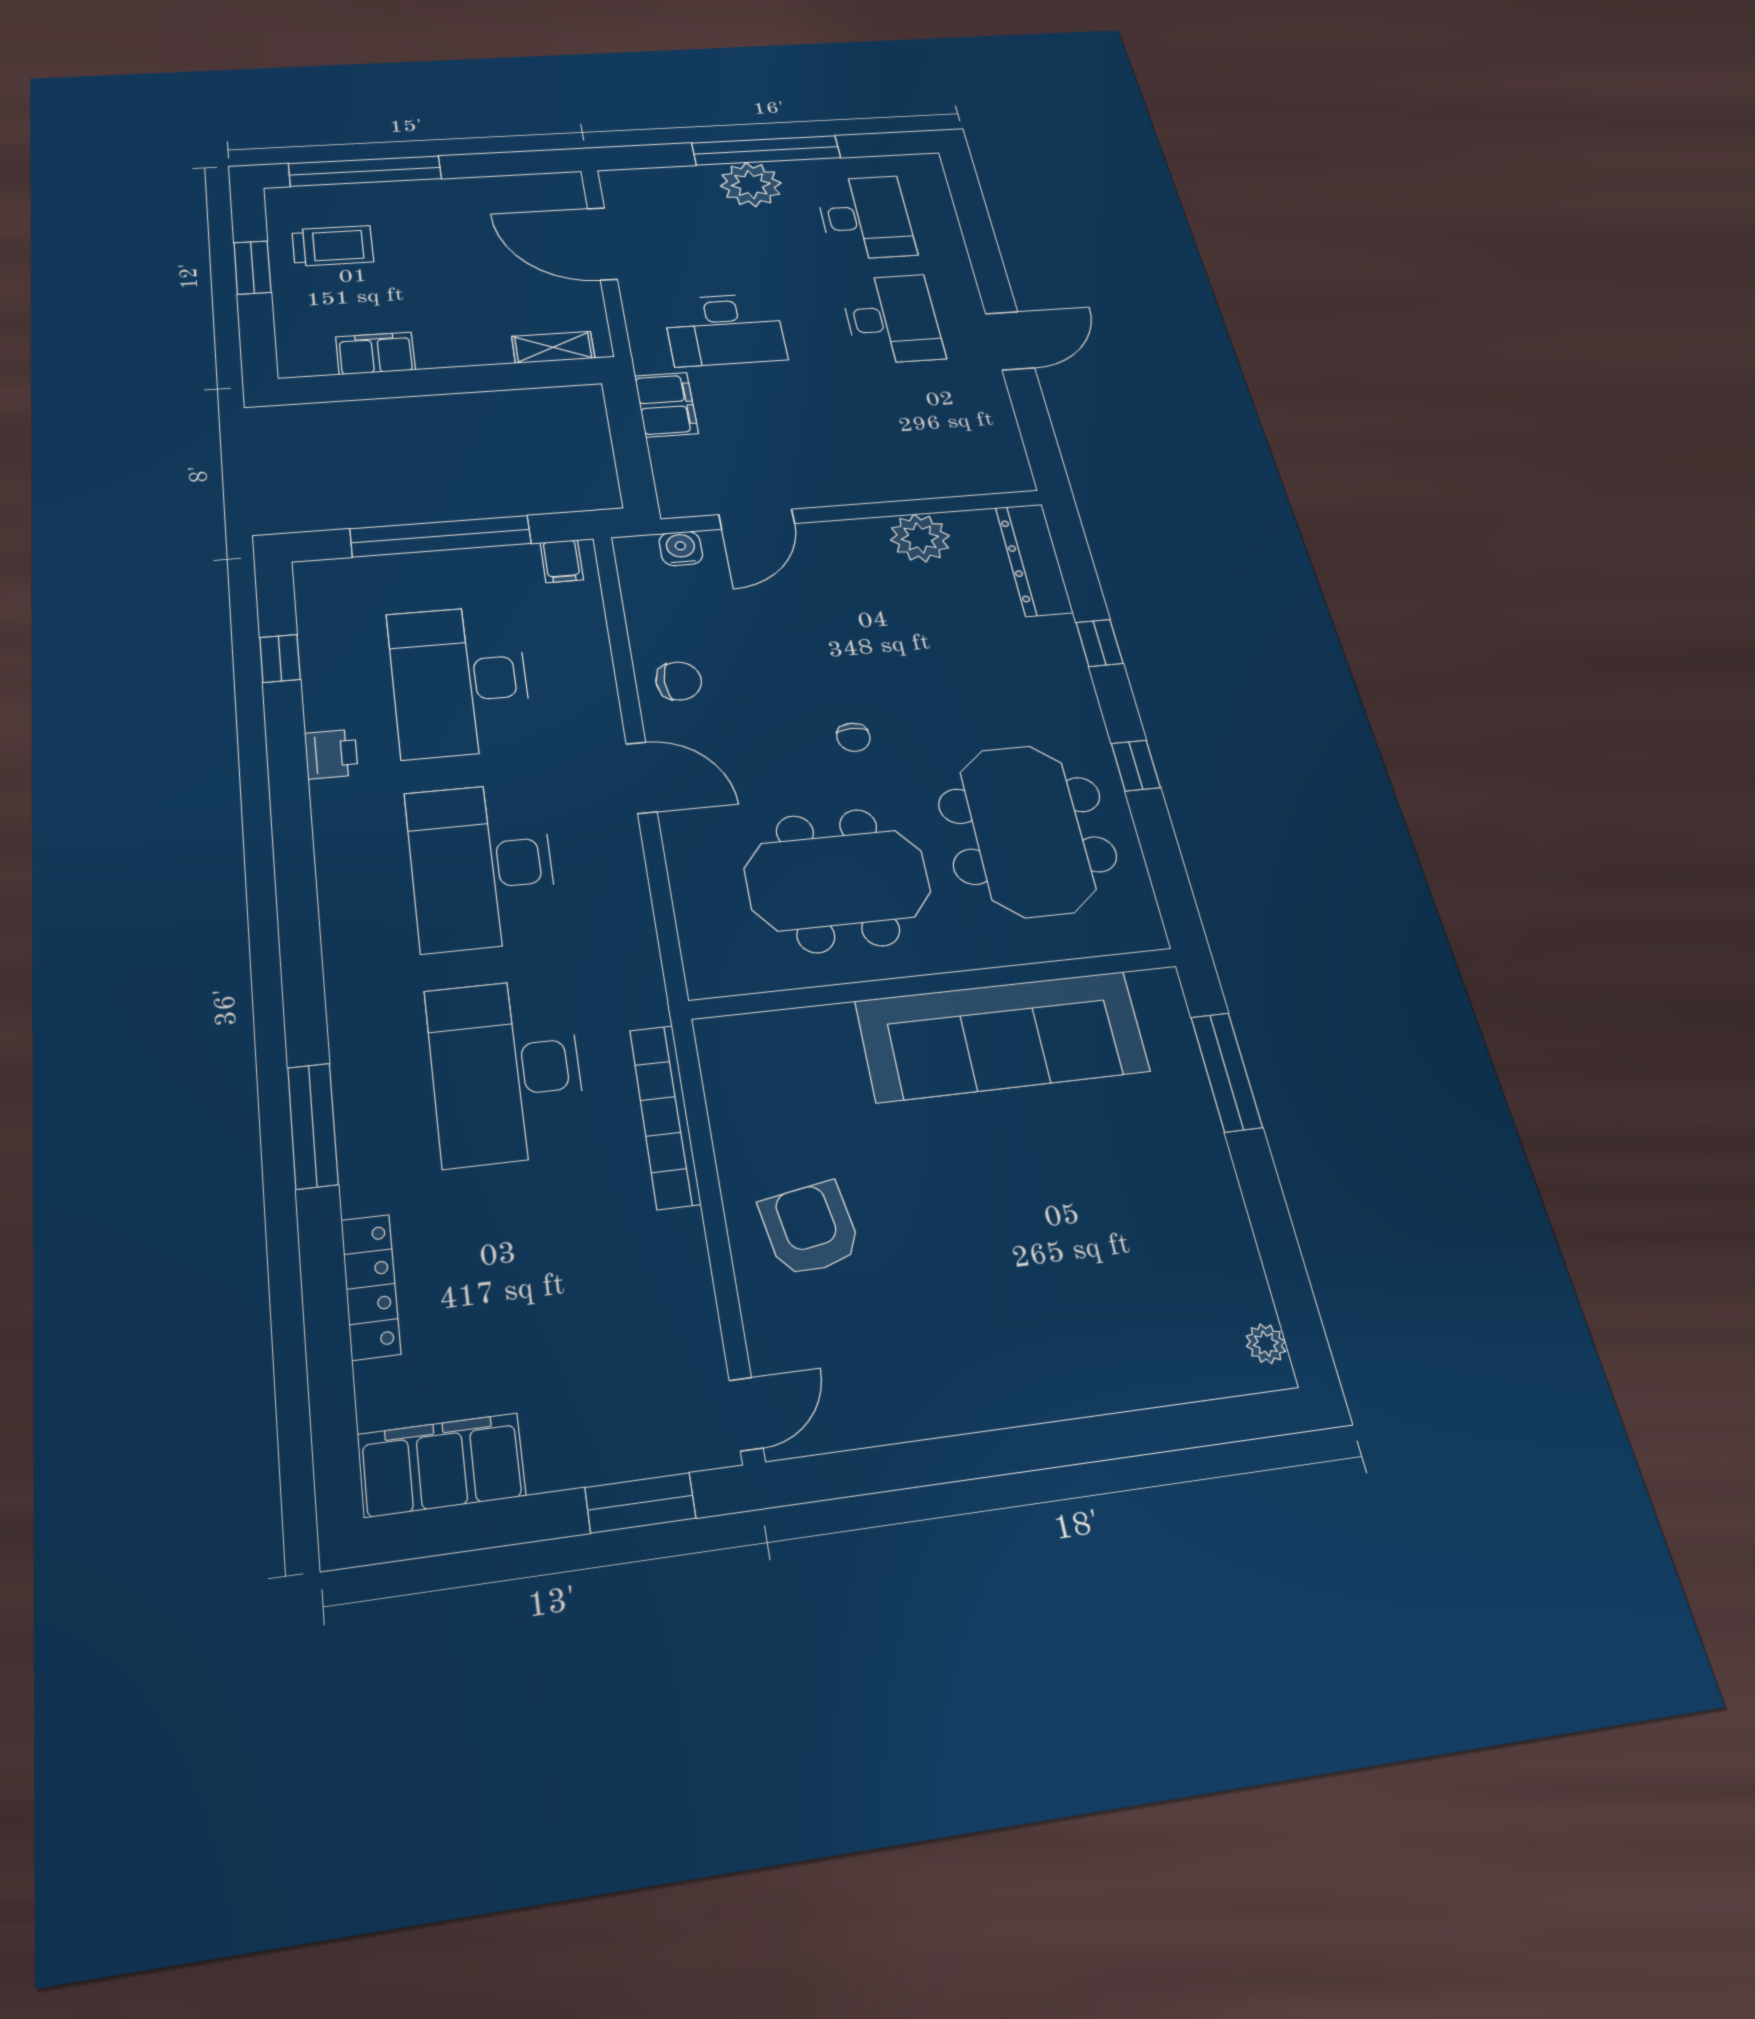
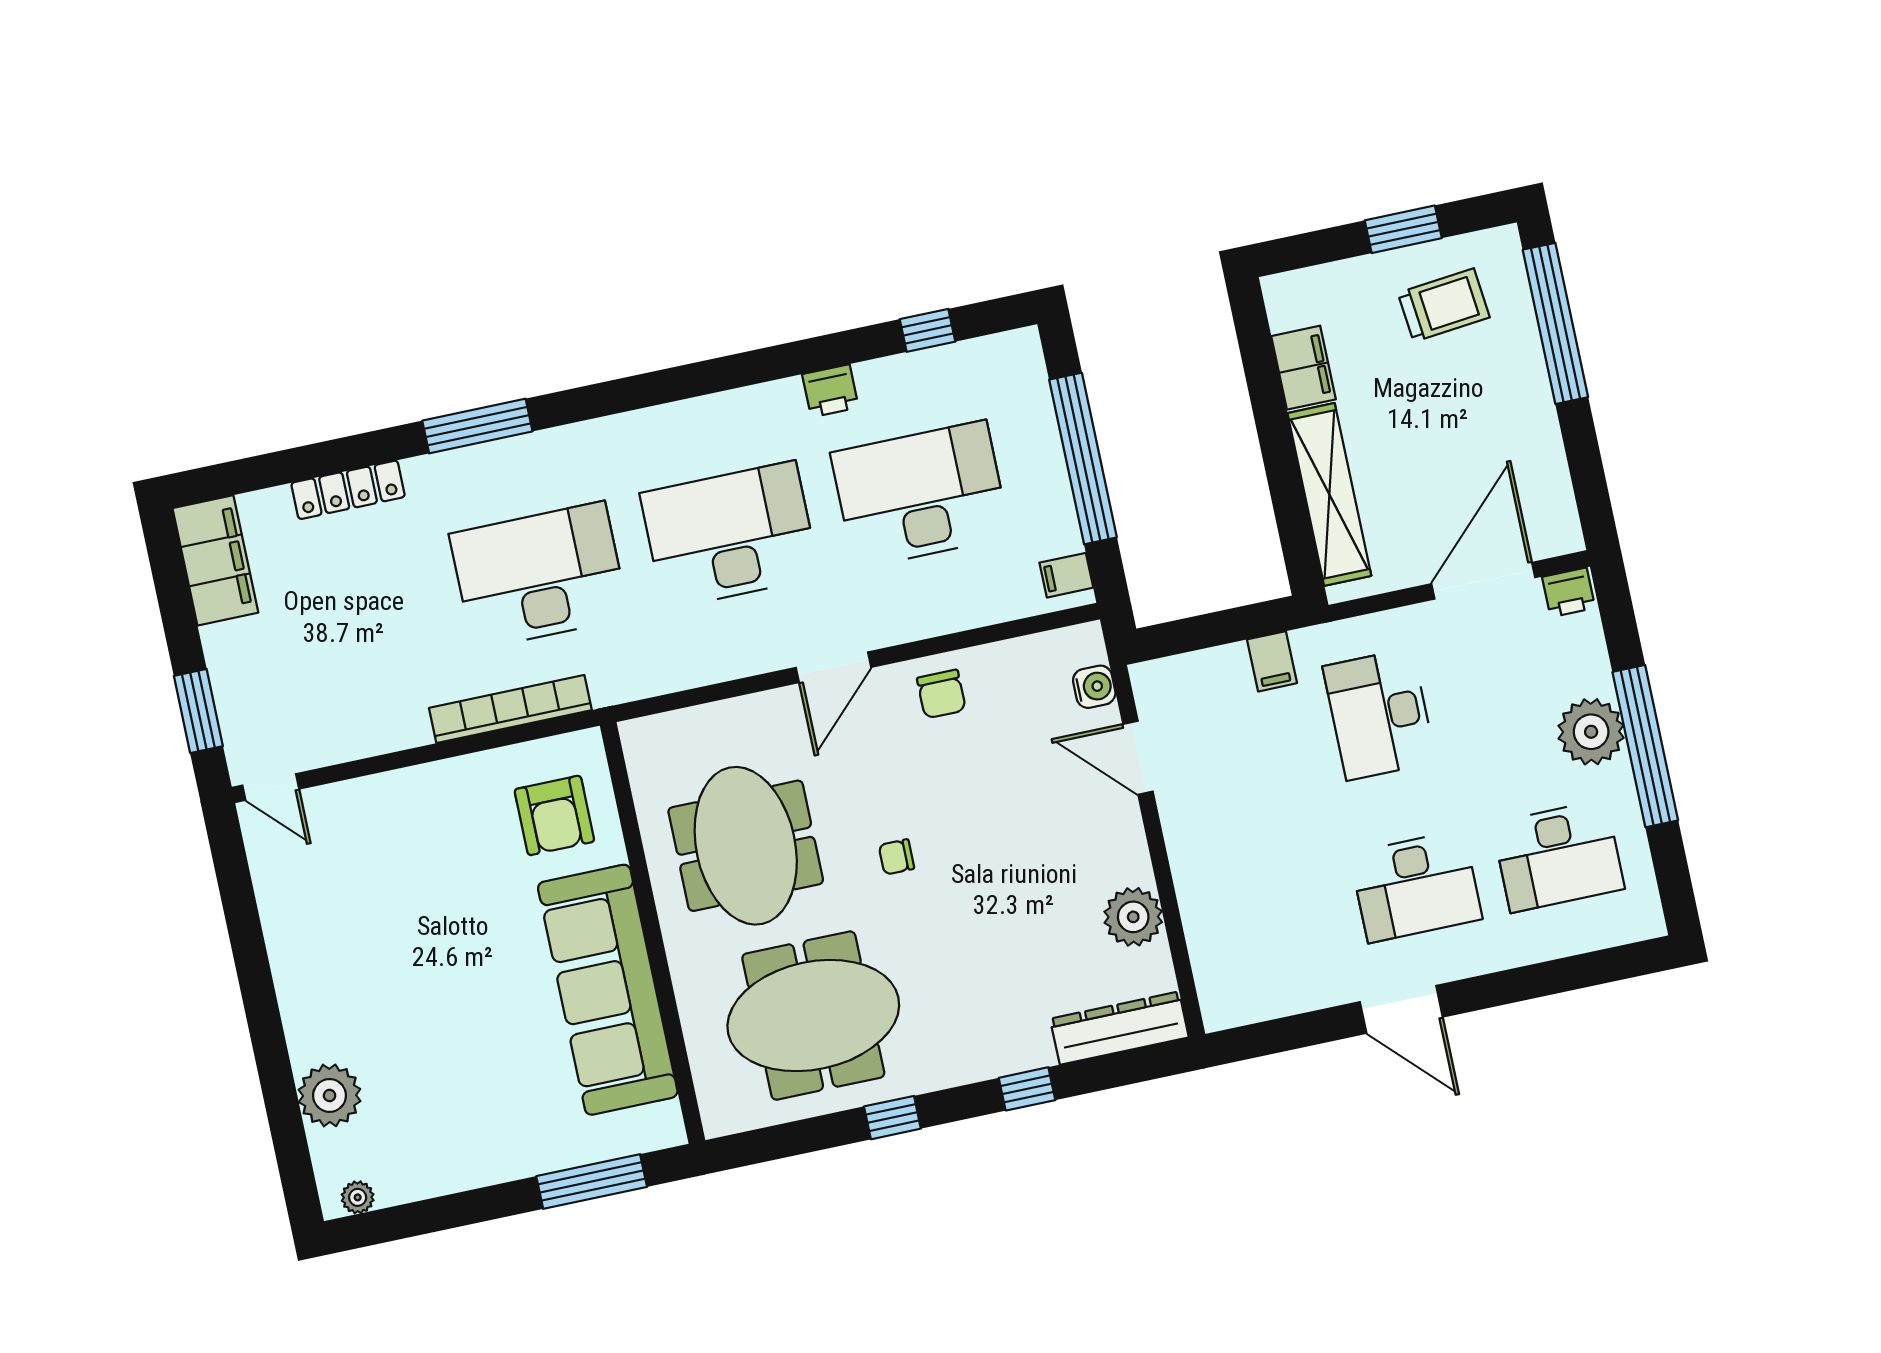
printer: (620, 187) -> (1569, 592), added
trolley: (333, 246) -> (1444, 305), turned -96
shelving: (553, 347) -> (1329, 494), width x2.20, depth x1.33
filing cabinet: (666, 405) -> (1272, 661), width x0.50
armchair: (810, 1229) -> (554, 815), moved, turned 100
plant: (1141, 1369) -> (330, 1095), added

